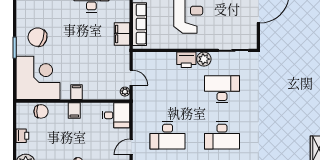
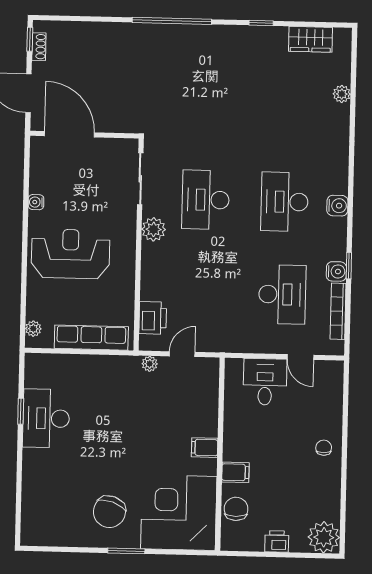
filing cabinet: (122, 34) -> (107, 368), removed
printer: (186, 60) -> (153, 318), moved
plant: (125, 92) -> (150, 364), moved
filing cabinet: (74, 111) -> (235, 472), moved
desk: (116, 115) -> (265, 382), moved
desk: (222, 136) -> (285, 202), turned 180

